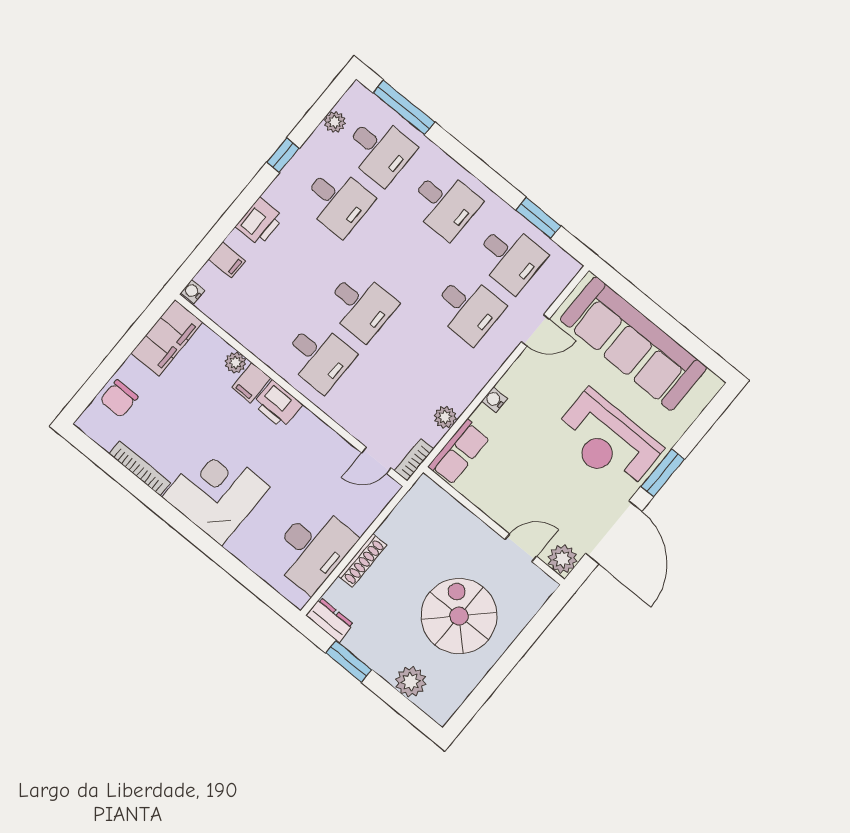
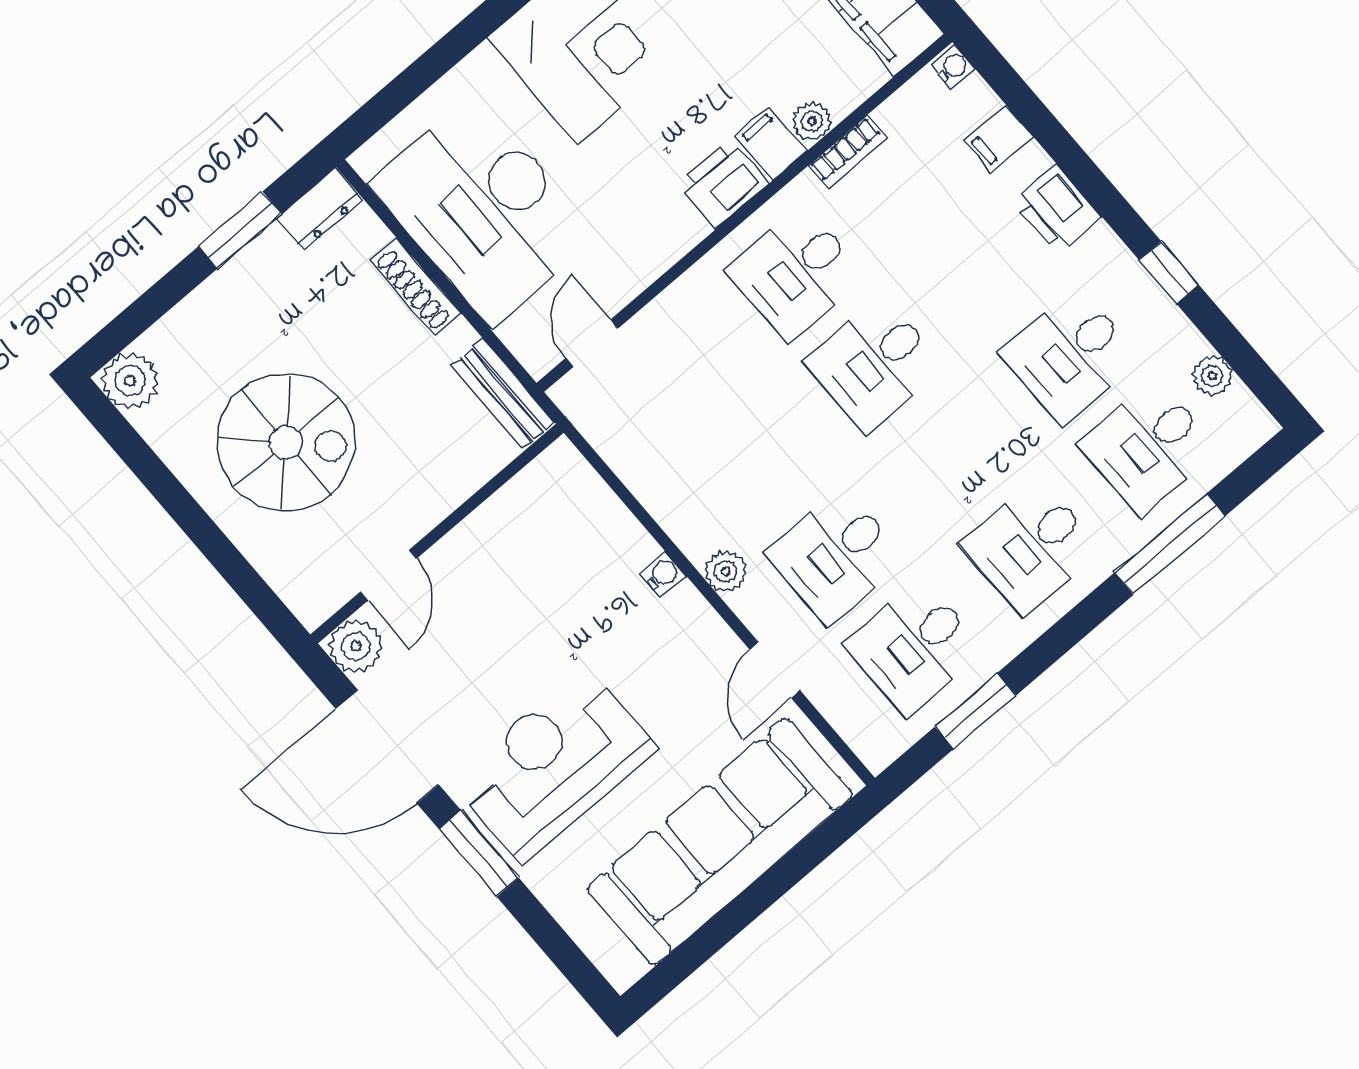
window: (404, 107) -> (1170, 544), moved
plant: (445, 417) -> (726, 572), moved
row of seats: (459, 452) -> (580, 494), removed
bookcase: (414, 460) -> (848, 152), moved, turned 90
bench: (412, 503) -> (503, 394), added
desk: (313, 549) -> (483, 210), width x1.36, depth x1.30
plant: (411, 682) -> (130, 381), moved

